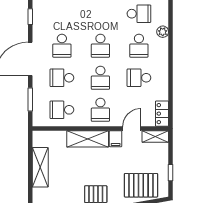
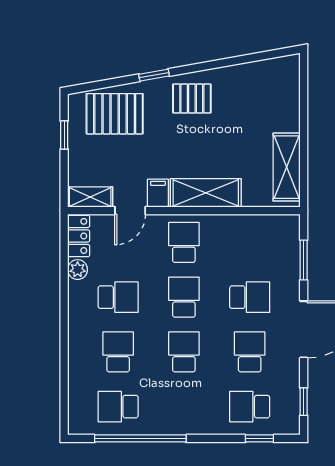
plant: (163, 32) -> (78, 270), moved
school desk: (62, 110) -> (250, 407), moved, turned 180
shelving: (40, 167) -> (287, 167), moved

